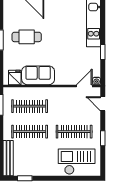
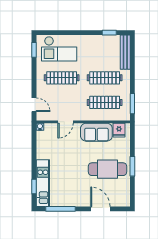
cafe table: (27, 37) -> (107, 169), width x1.37, depth x1.35
window: (103, 52) -> (34, 187), moved
door: (84, 86) -> (66, 122), moved
window: (103, 138) -> (34, 50), moved

